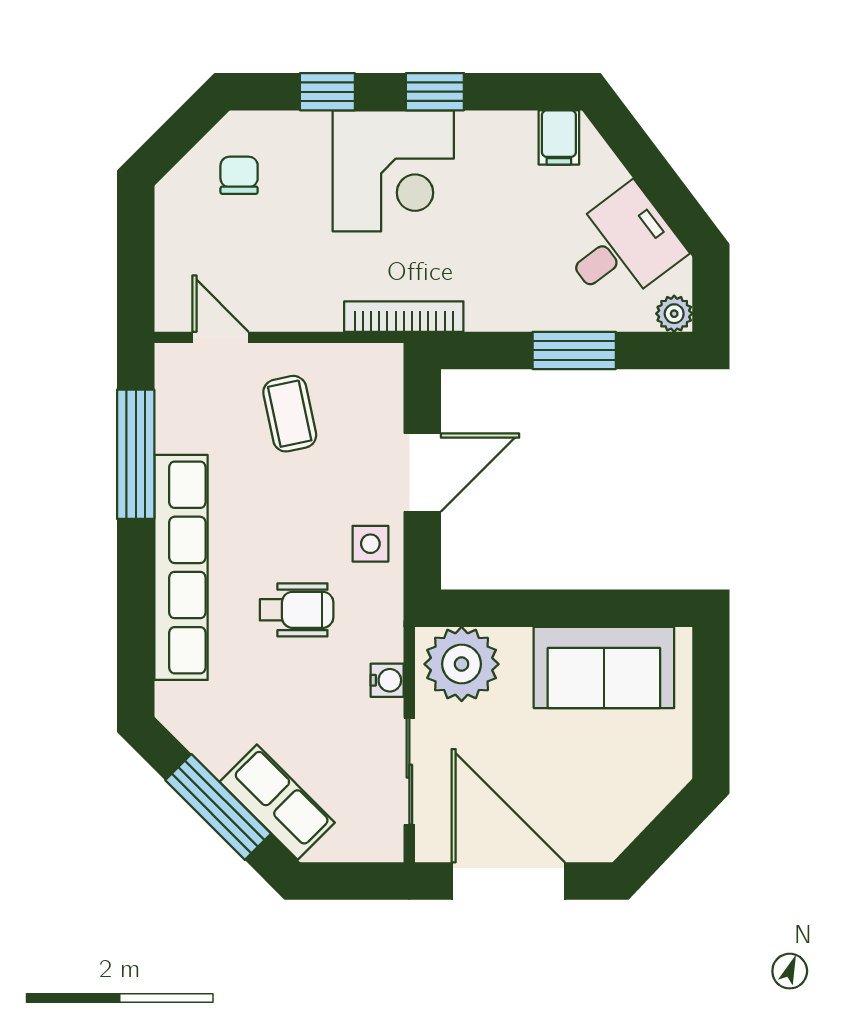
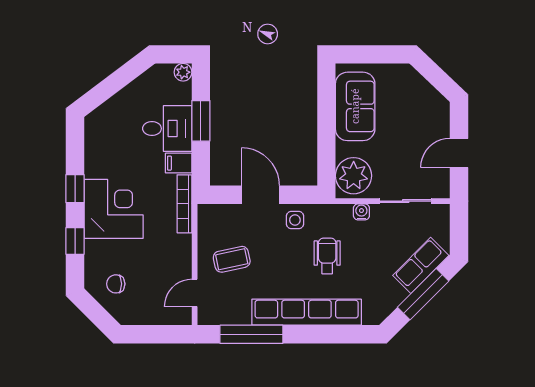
filing cabinet: (559, 137) -> (179, 163), moved, turned 180
desk: (621, 246) -> (167, 129), moved, turned 127
door: (508, 881) -> (459, 153), width x0.53

